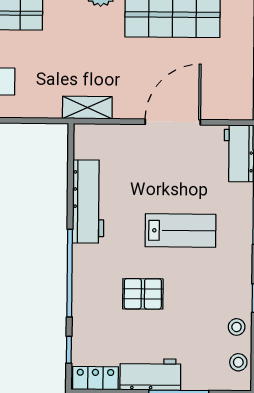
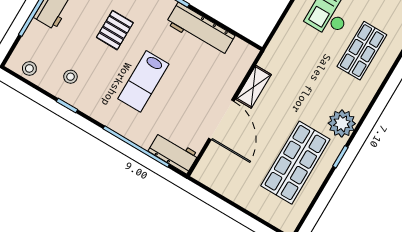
shelving: (87, 108) -> (253, 87), moved
stool: (237, 327) -> (70, 77), moved

